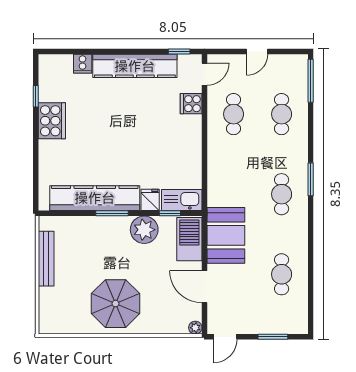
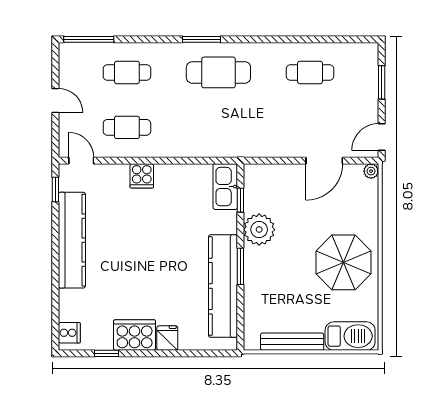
cooker: (83, 64) -> (69, 333), moved
cooker: (191, 104) -> (142, 176), moved
cafe table: (282, 194) -> (218, 72), width x1.37, depth x1.35
fridge: (150, 200) -> (167, 338), moved, turned 90
booth: (226, 235) -> (266, 136), removed
barbecue: (189, 239) -> (350, 336), moved, turned 180
door: (225, 337) -> (382, 137), swing flipped

